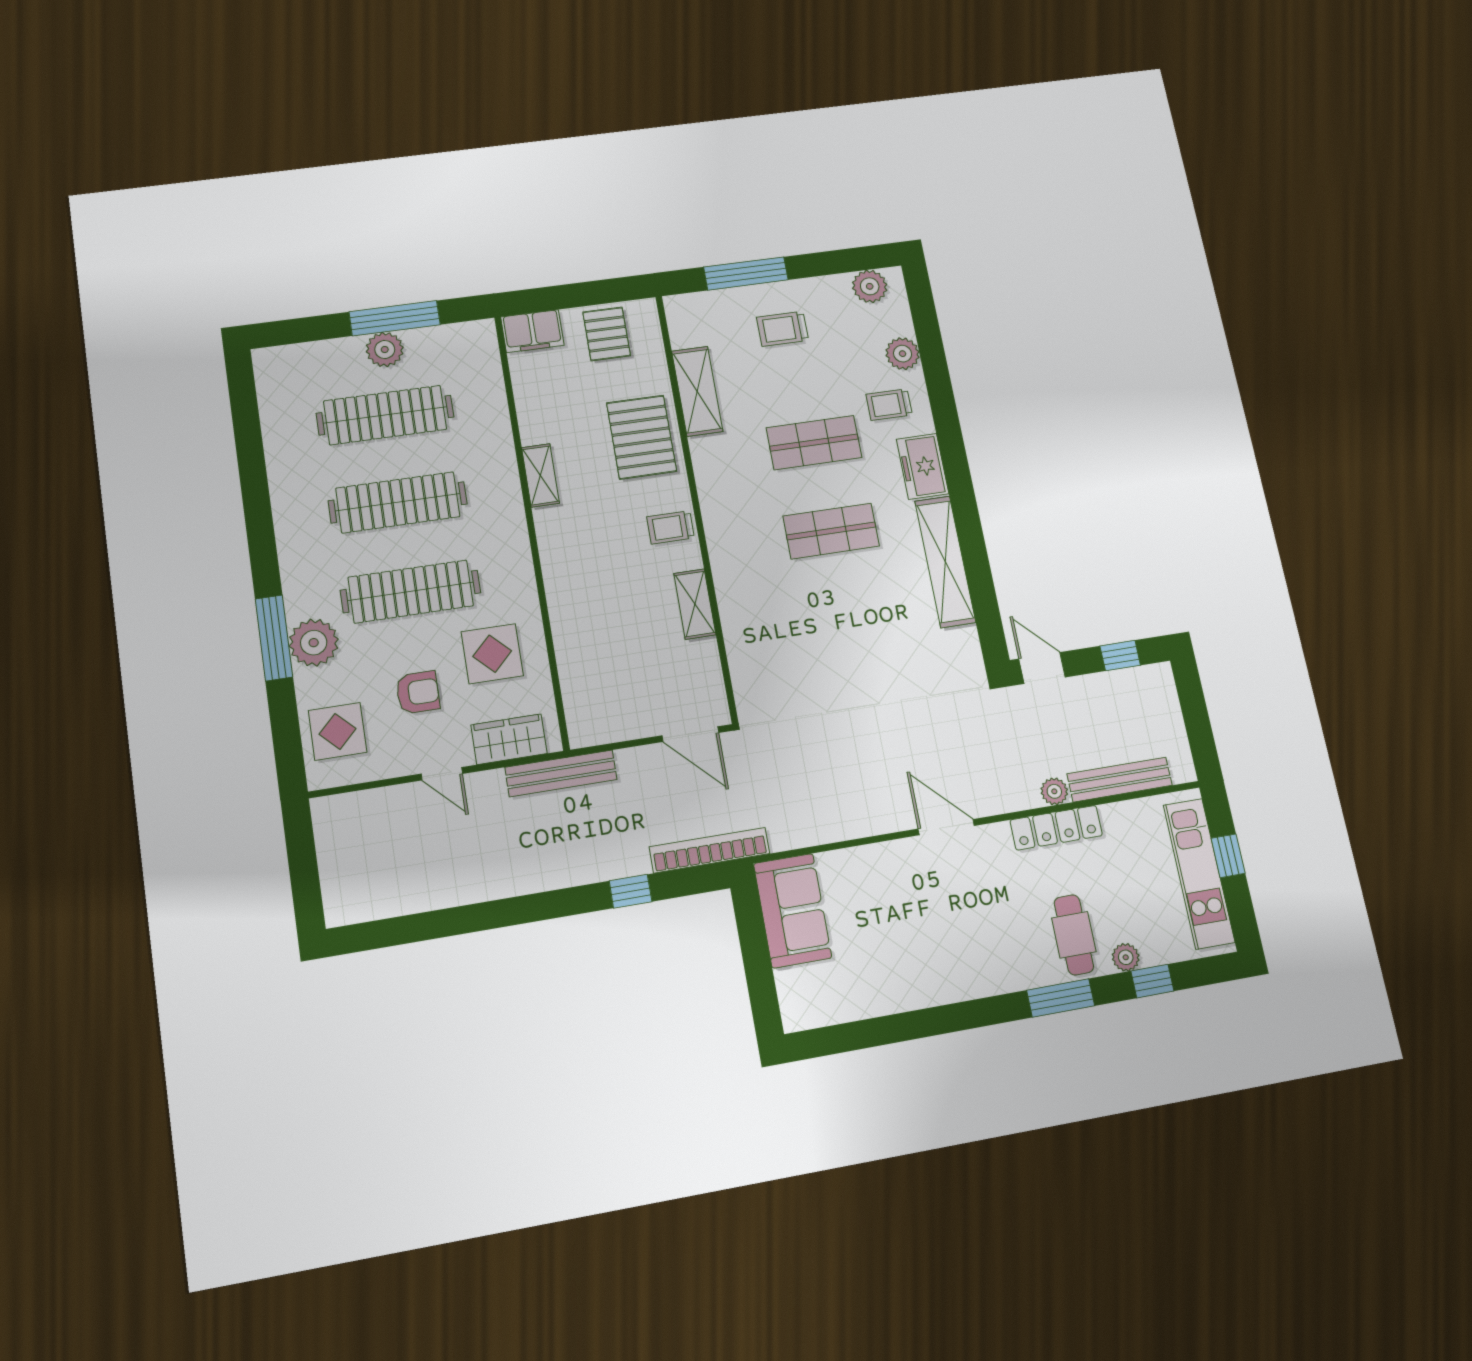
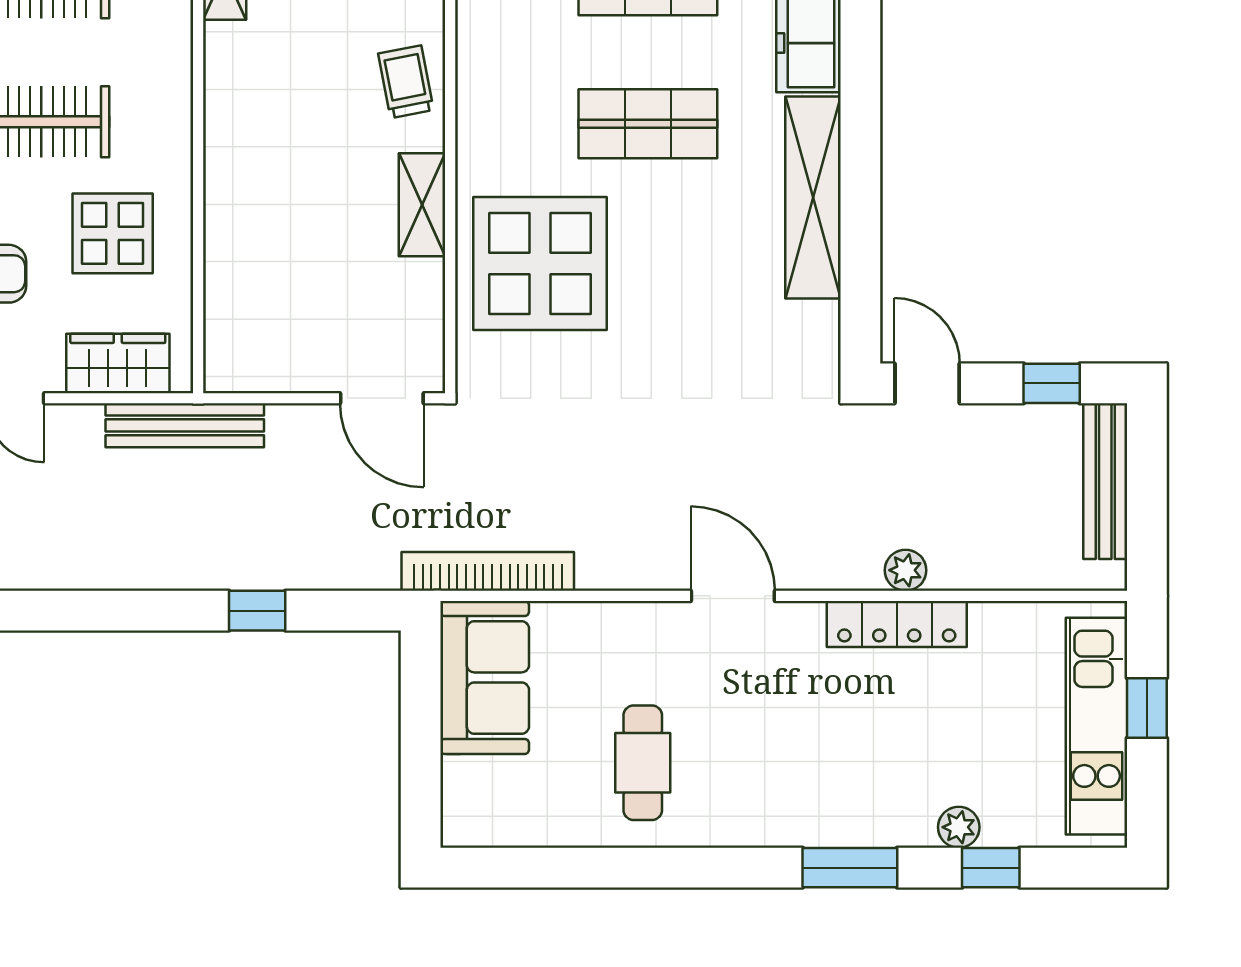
trolley: (671, 527) -> (406, 82), turned 79
display table: (779, 630) -> (540, 263), added
bench: (1120, 780) -> (1105, 481), moved, turned 90
bookcase: (710, 850) -> (488, 571), moved
cafe table: (1074, 935) -> (643, 763), moved

